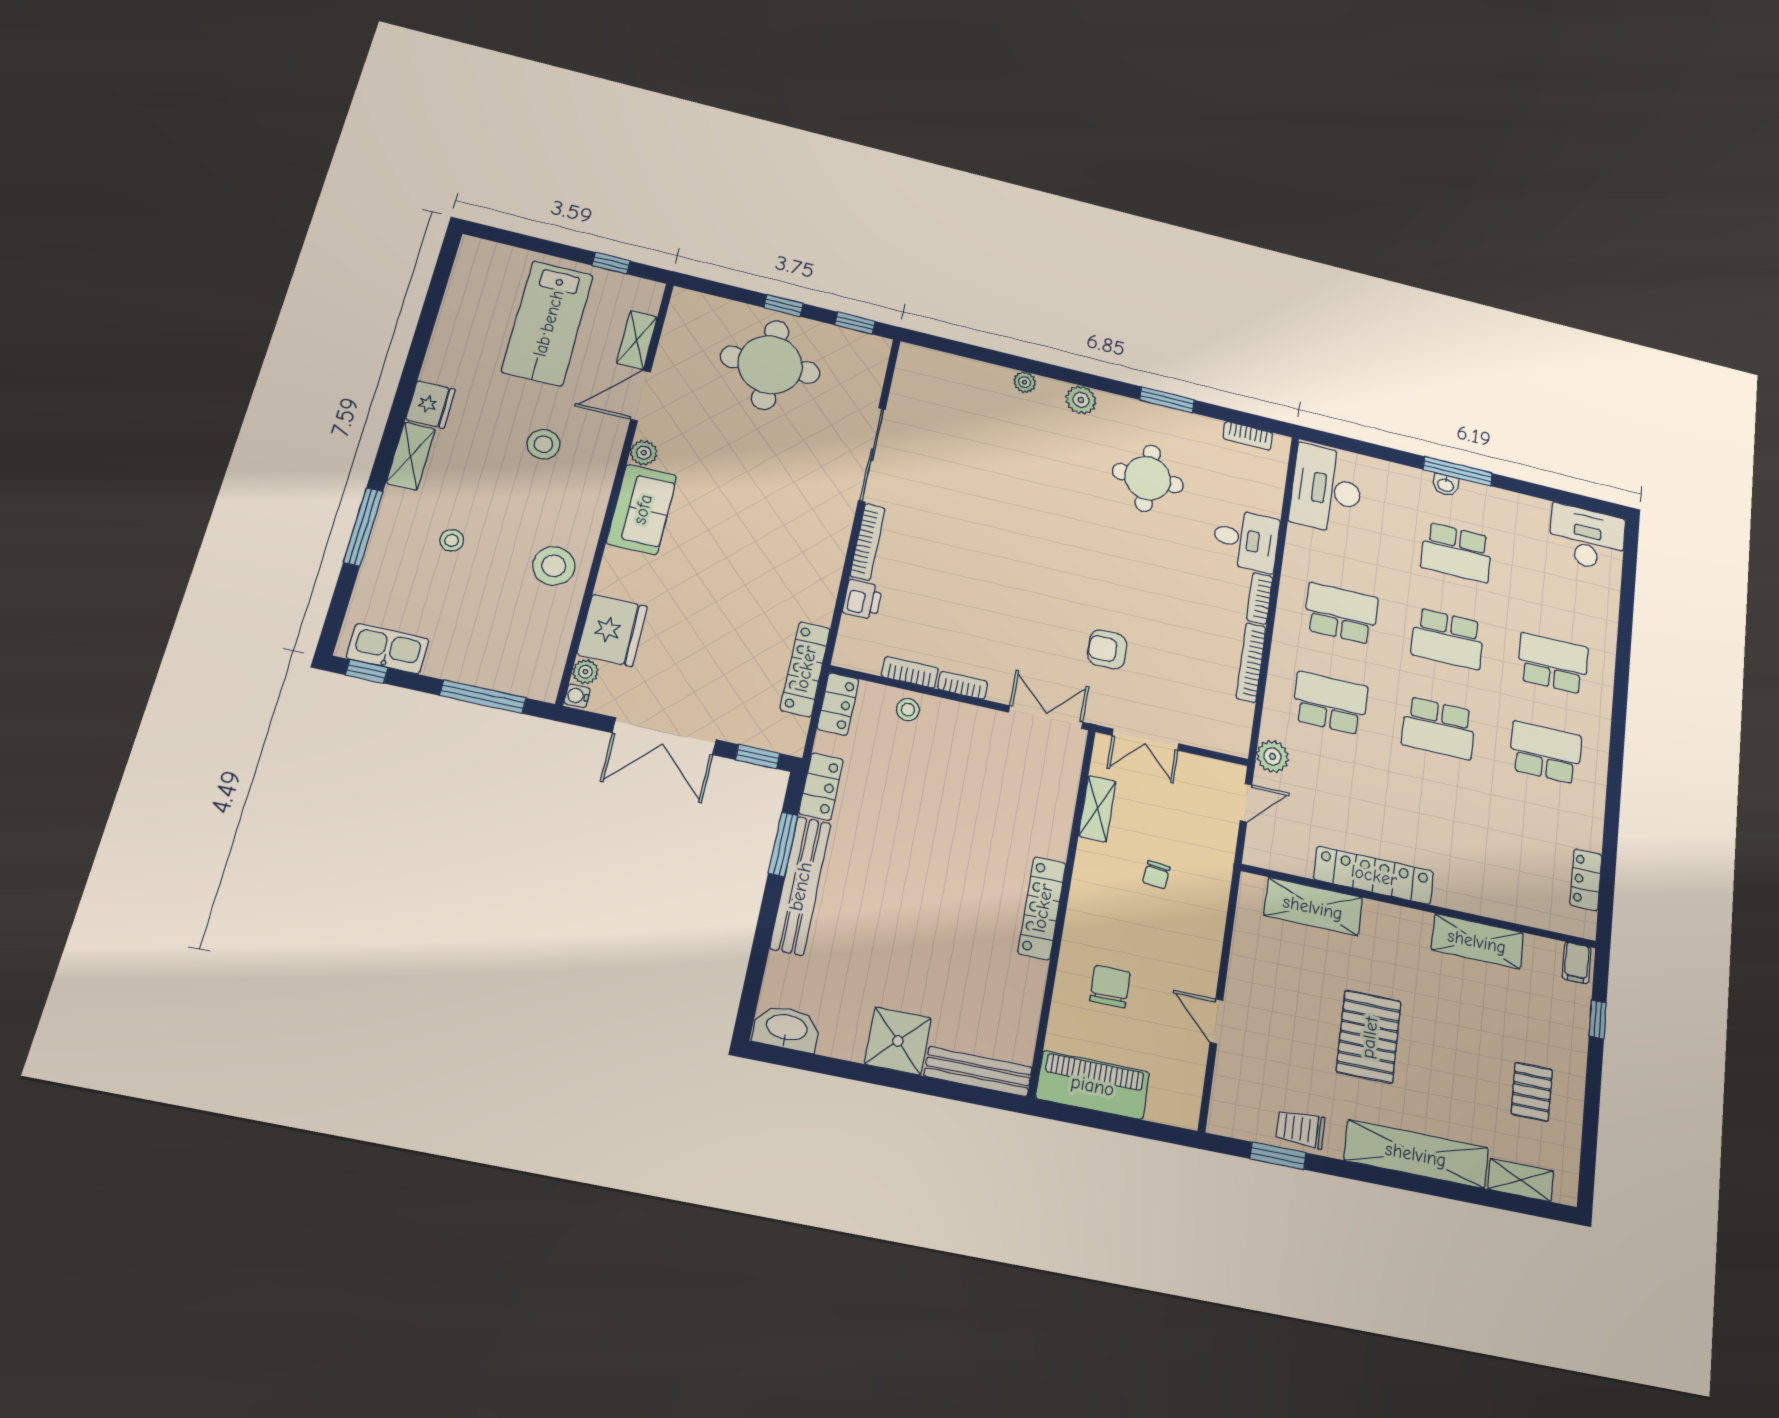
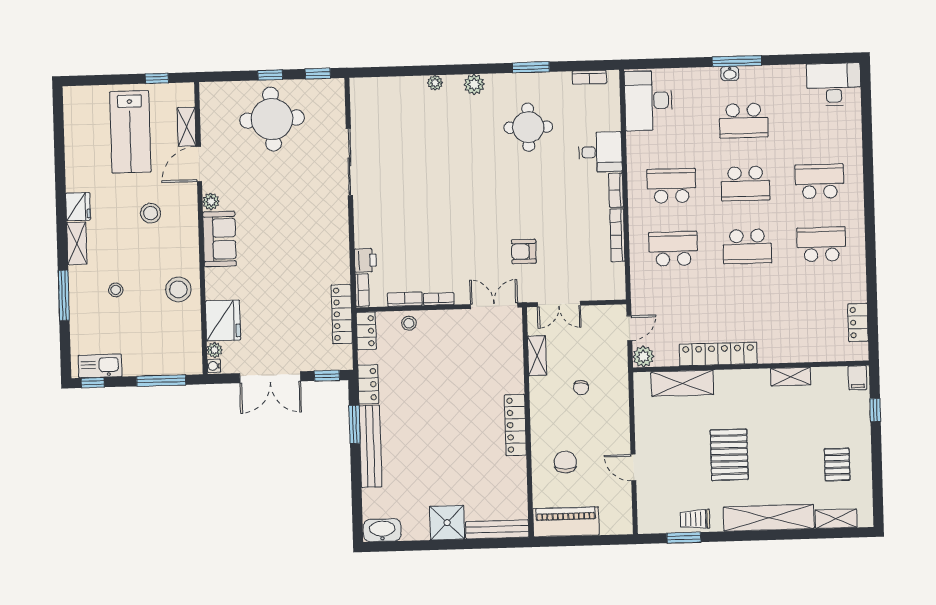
bookcase: (868, 542) -> (362, 290), moved, width x0.64
plant: (1273, 756) -> (643, 356), moved
shelving: (1477, 941) -> (791, 377), width x0.67, depth x0.75

